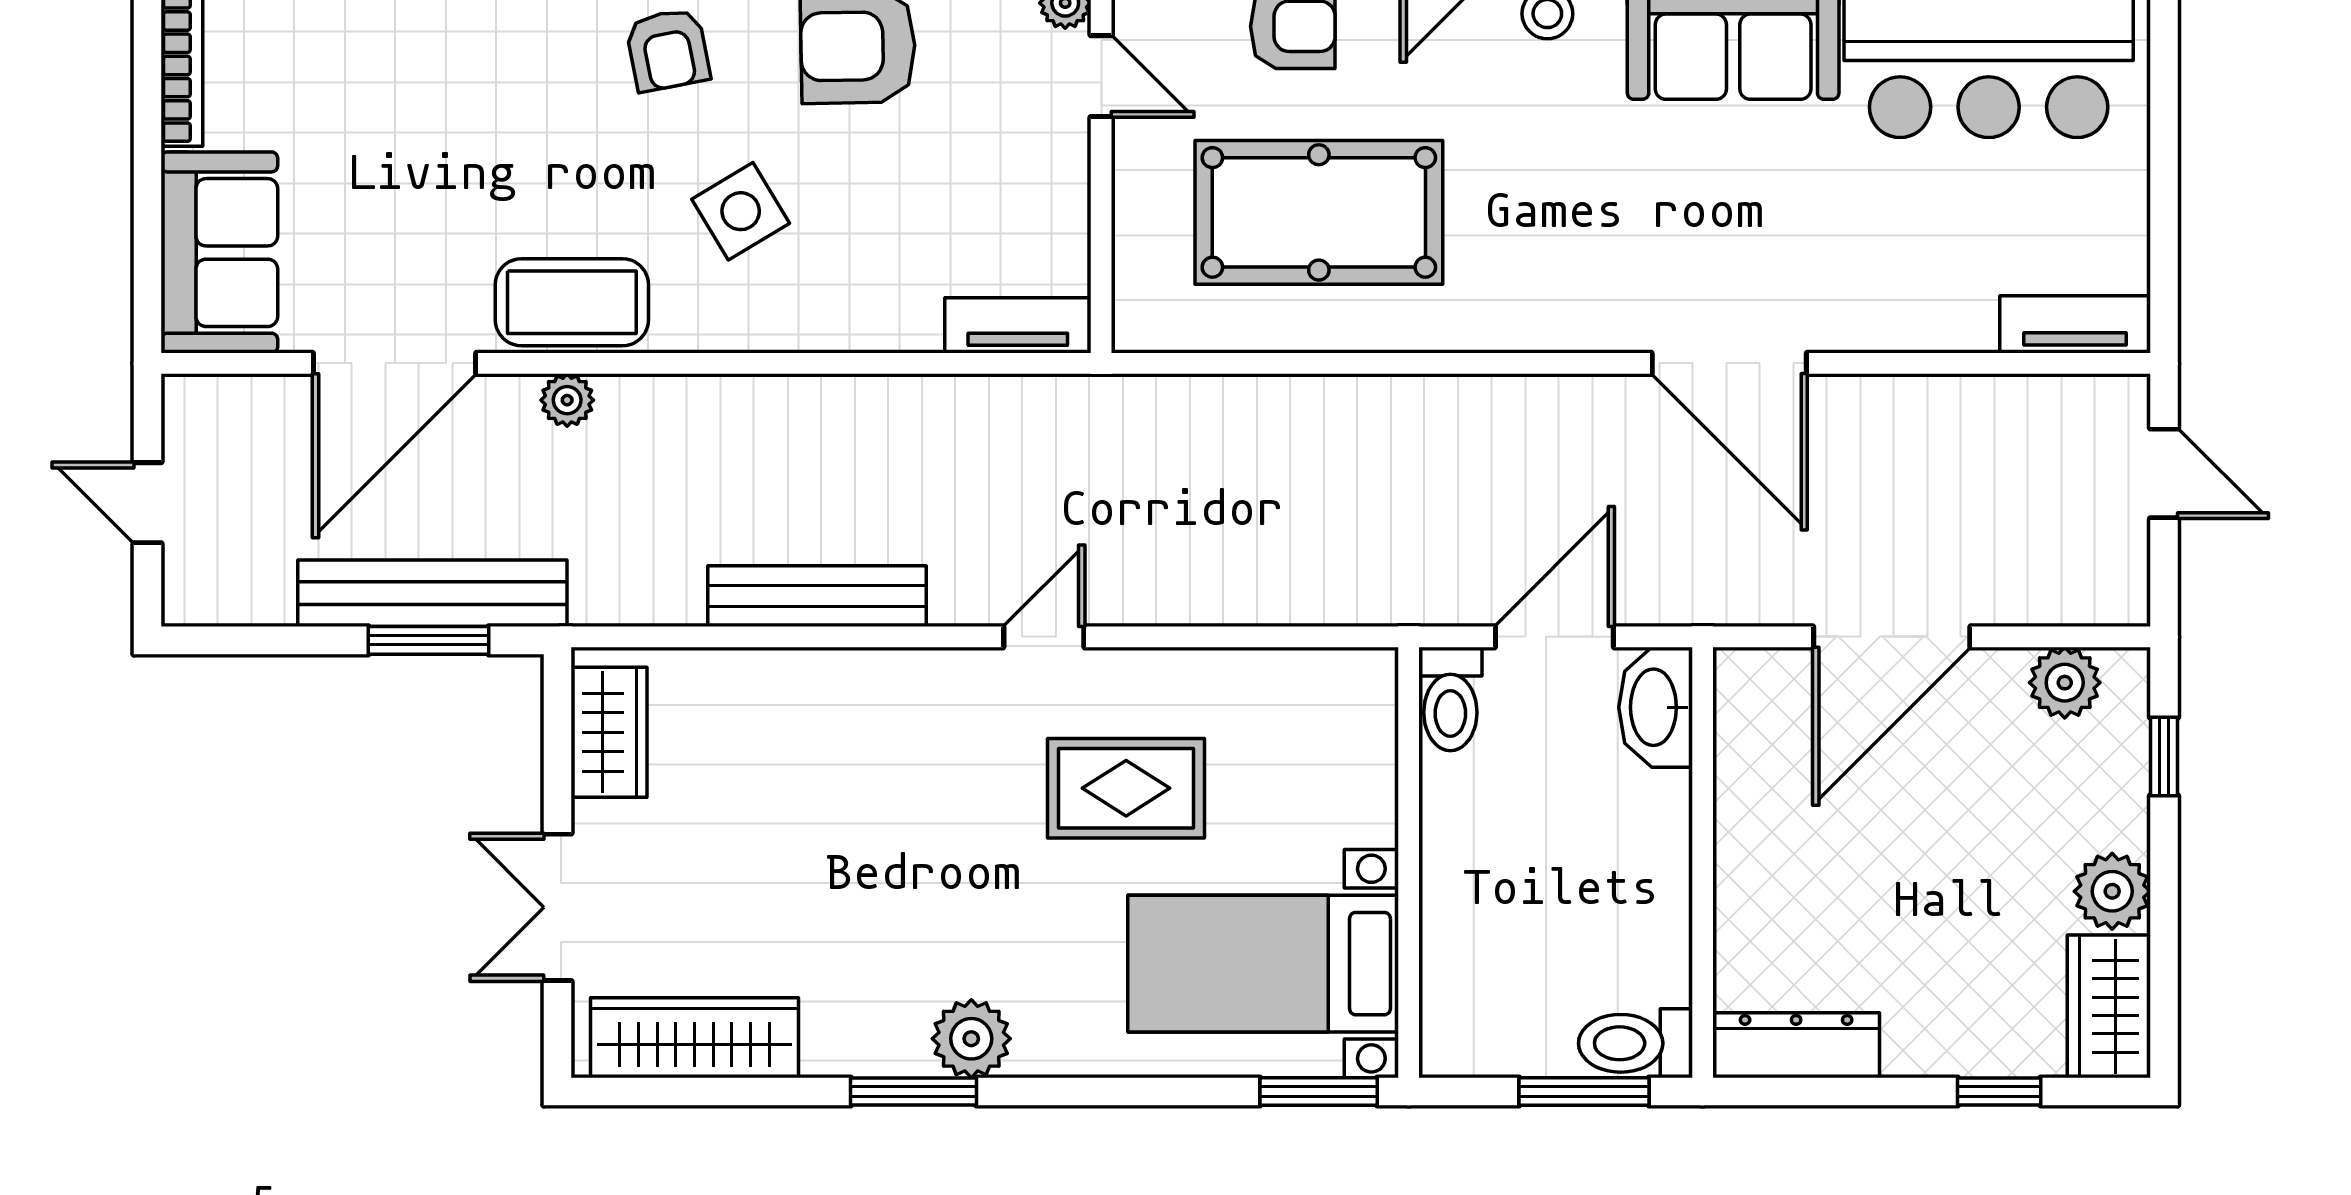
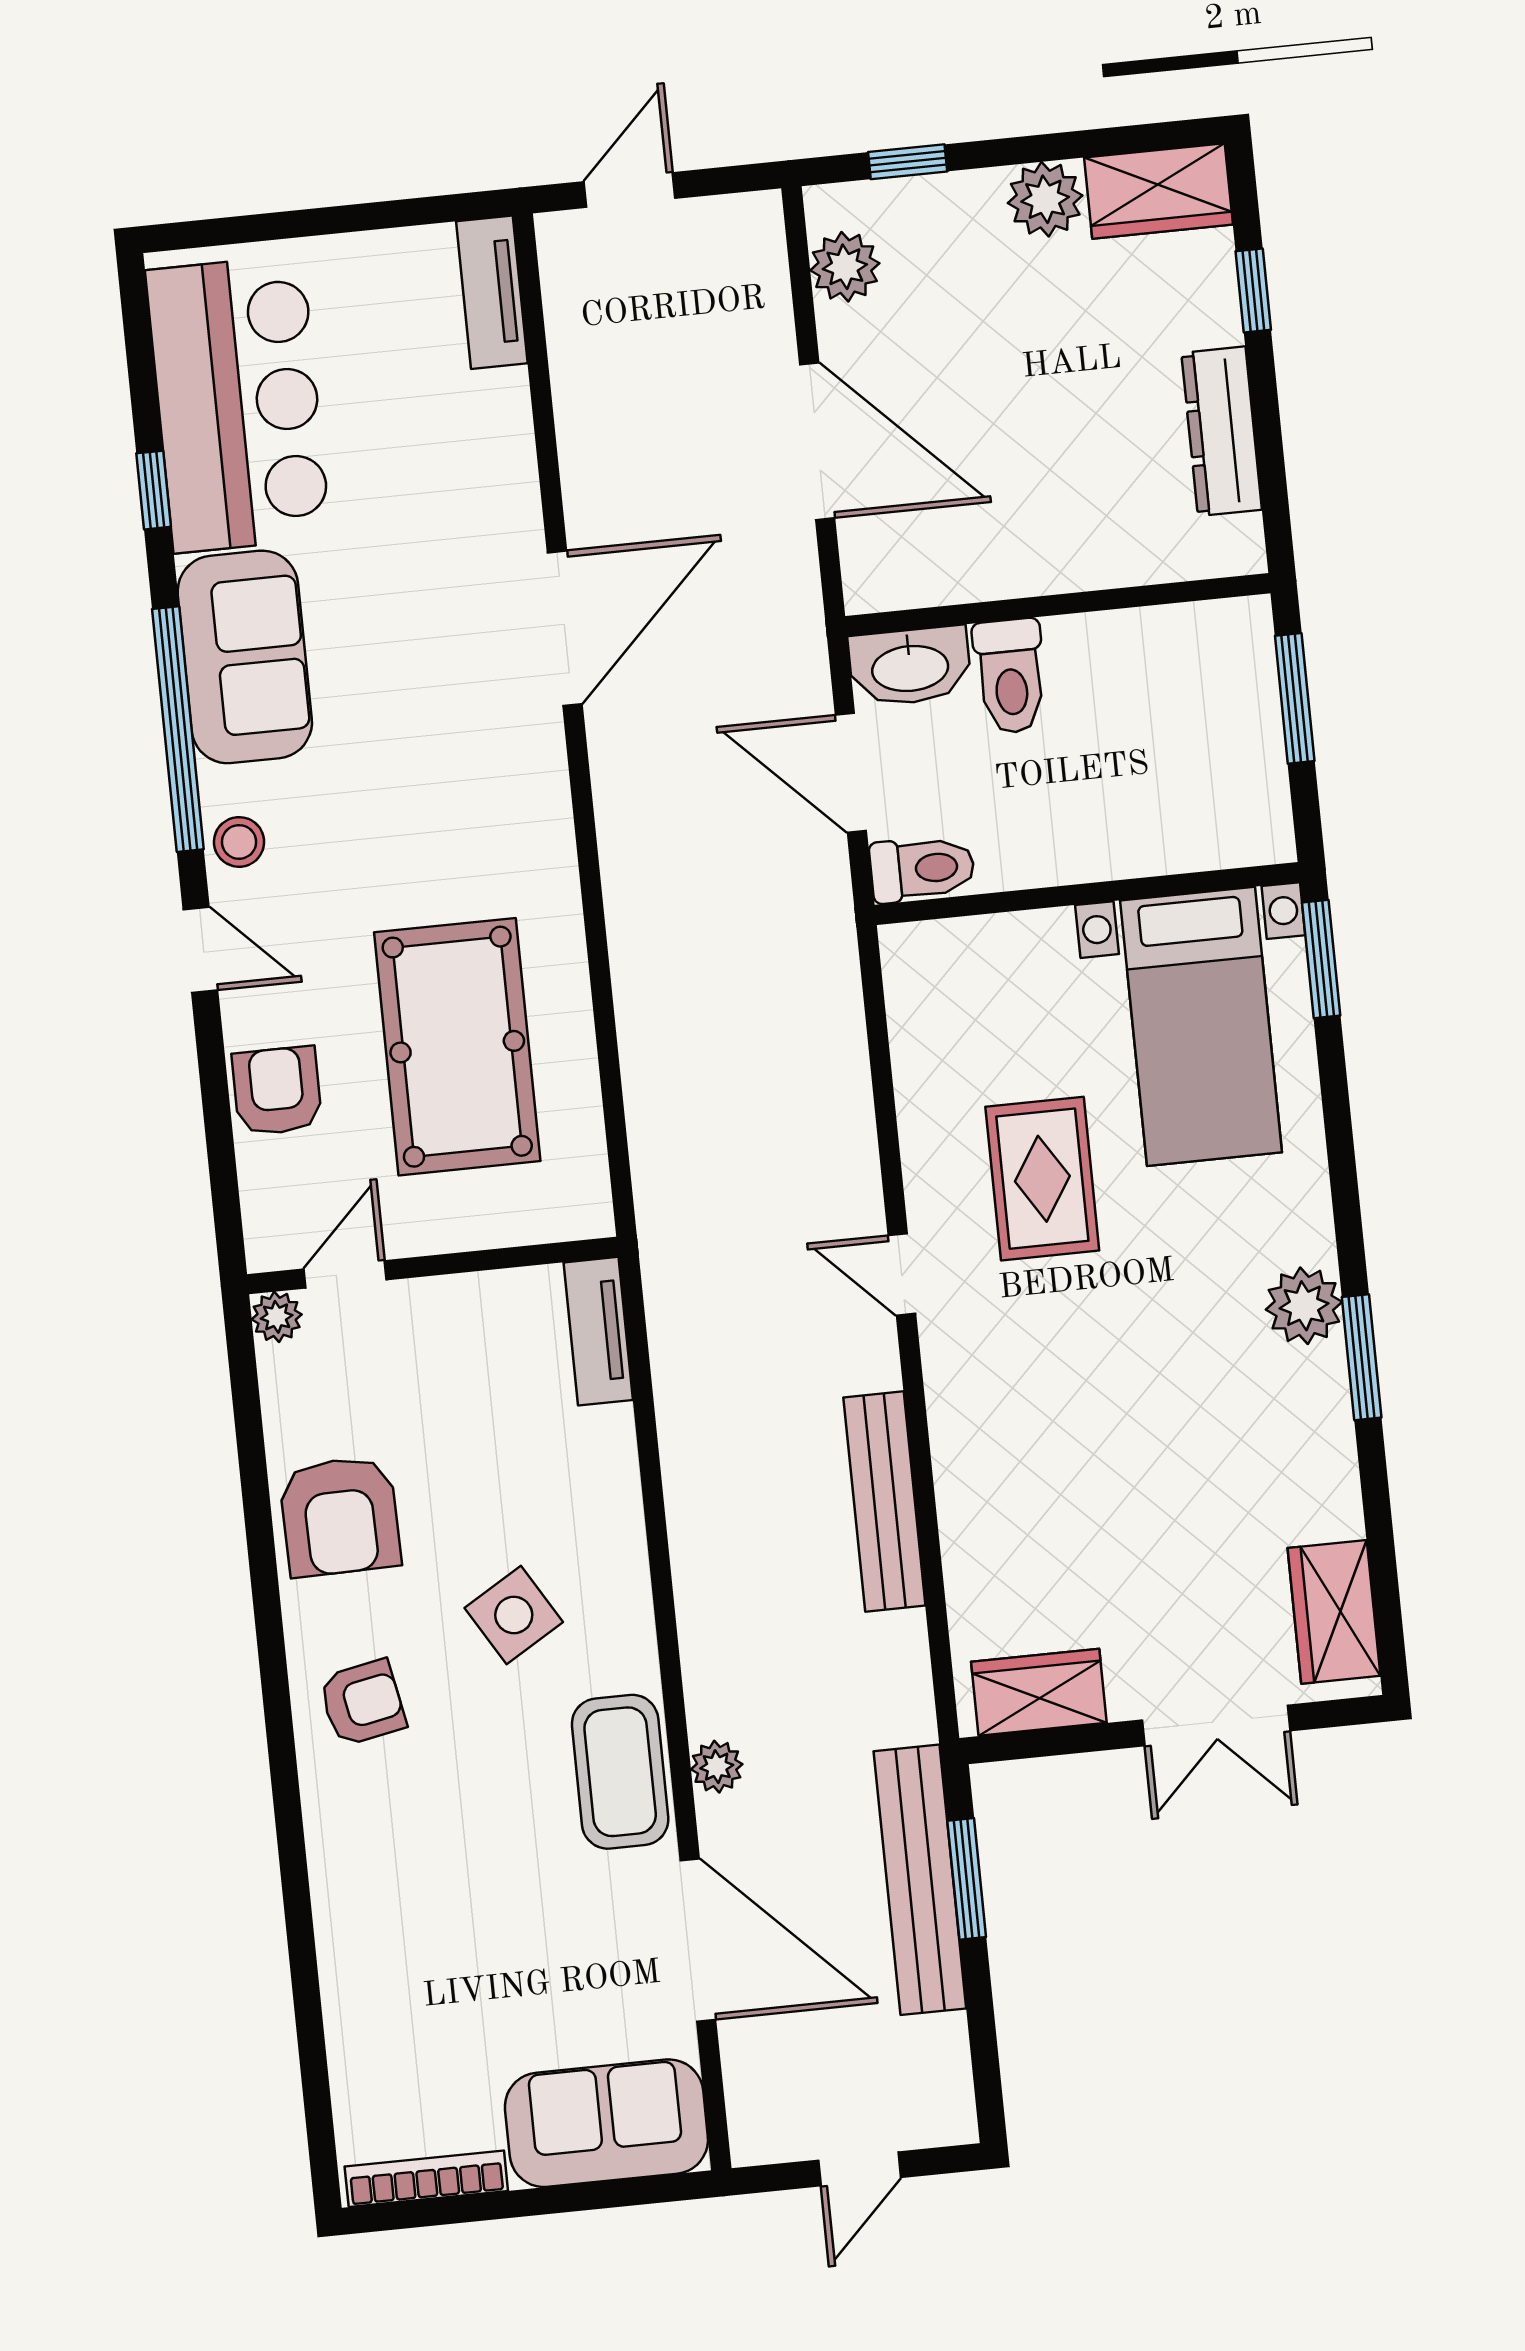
wardrobe: (695, 1038) -> (1334, 1612), width x0.67
toilet: (1635, 1043) -> (1010, 676), moved
dresser: (1796, 1045) -> (1222, 431), moved

